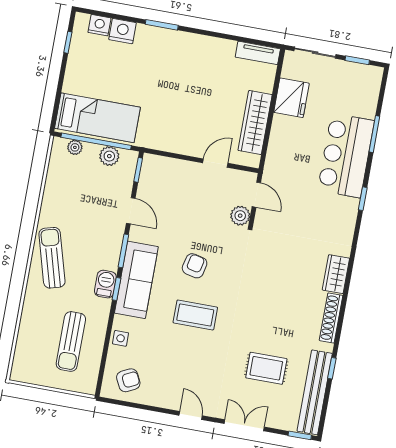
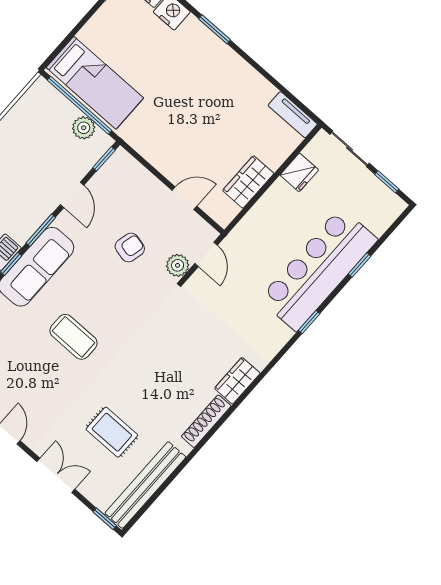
fridge: (291, 98) -> (299, 172), width x0.73, depth x0.75
wardrobe: (255, 122) -> (248, 182), width x0.67
window: (374, 134) -> (359, 265), width x0.67
plant: (75, 147) -> (55, 99), removed
bar counter: (346, 155) -> (318, 269), width x1.36
armchair: (195, 266) -> (130, 248), moved
window: (332, 368) -> (177, 471), removed

